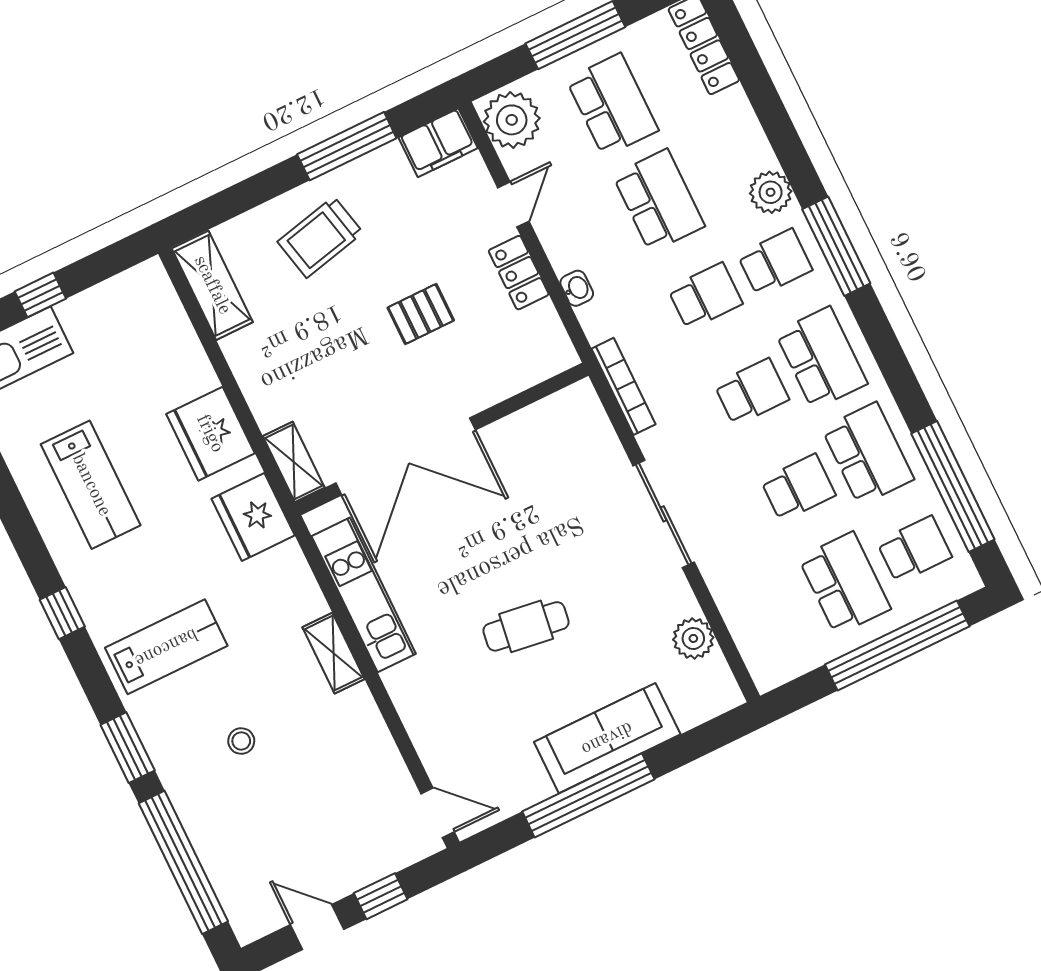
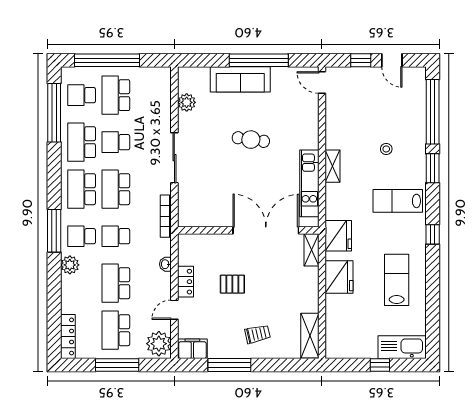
trolley: (320, 237) -> (258, 334), width x0.73, depth x0.72
school desk: (752, 392) -> (116, 189), width x1.85

